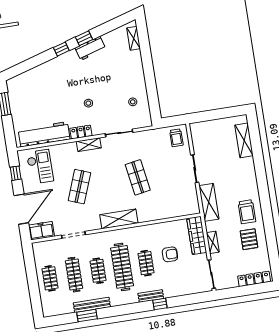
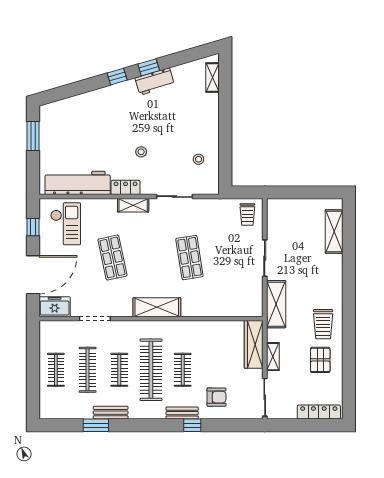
shop shelf: (79, 187) -> (112, 258), turned -33
armchair: (170, 254) -> (217, 397), moved
bench: (92, 305) -> (111, 413), width x0.73

